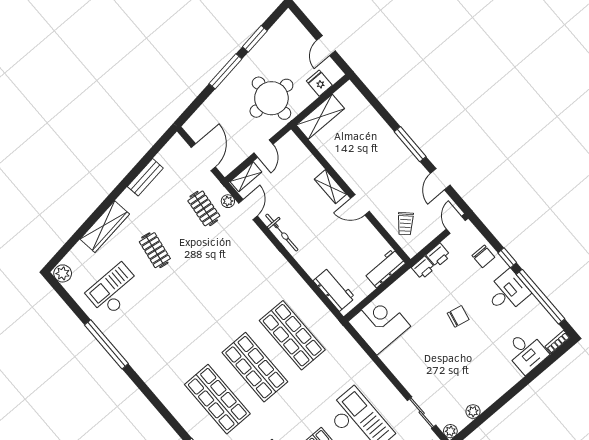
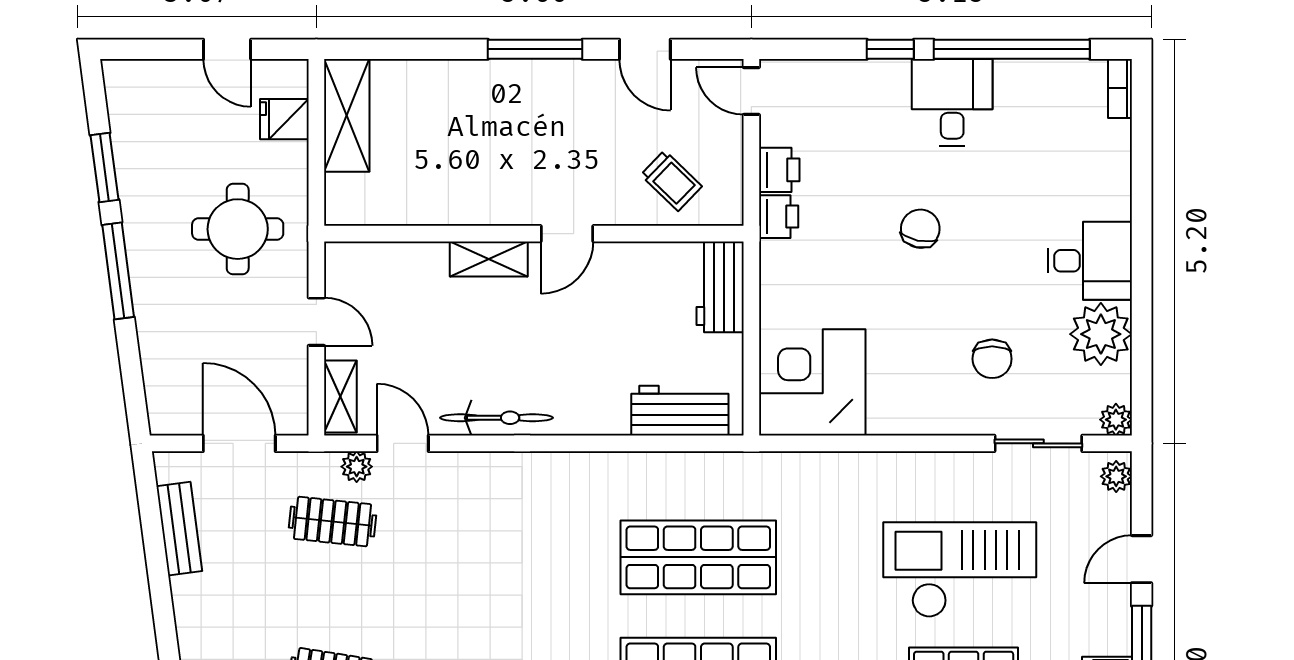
round table: (271, 98) -> (238, 229), width x0.73, depth x0.73
shelving: (320, 117) -> (347, 115), moved
bench: (145, 177) -> (179, 529), moved
chair: (483, 256) -> (992, 359), moved, turned 90
desk: (526, 352) -> (1090, 261), moved
plant: (473, 412) -> (1101, 334), width x1.87, depth x1.87

